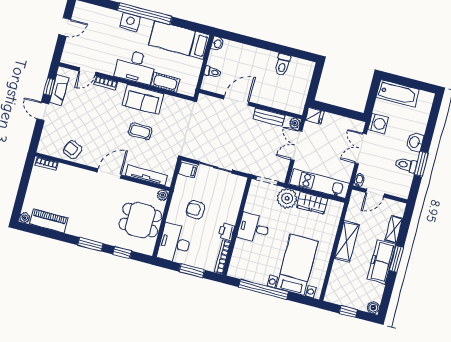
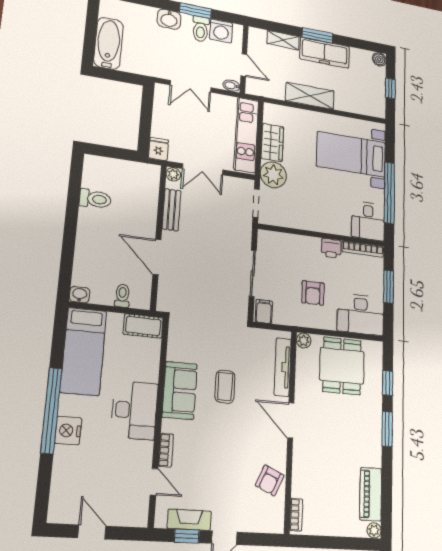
cot: (165, 82) -> (143, 326), moved, turned 90
washing machine: (378, 123) -> (221, 31), moved, turned 180
desk: (254, 228) -> (368, 221), moved

